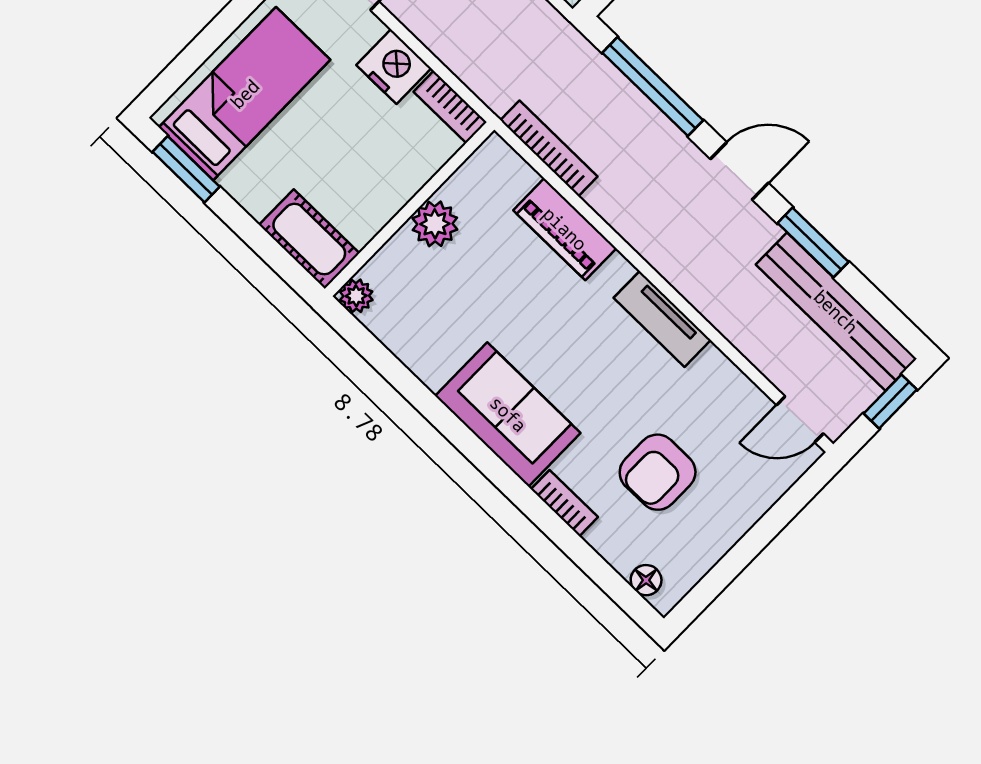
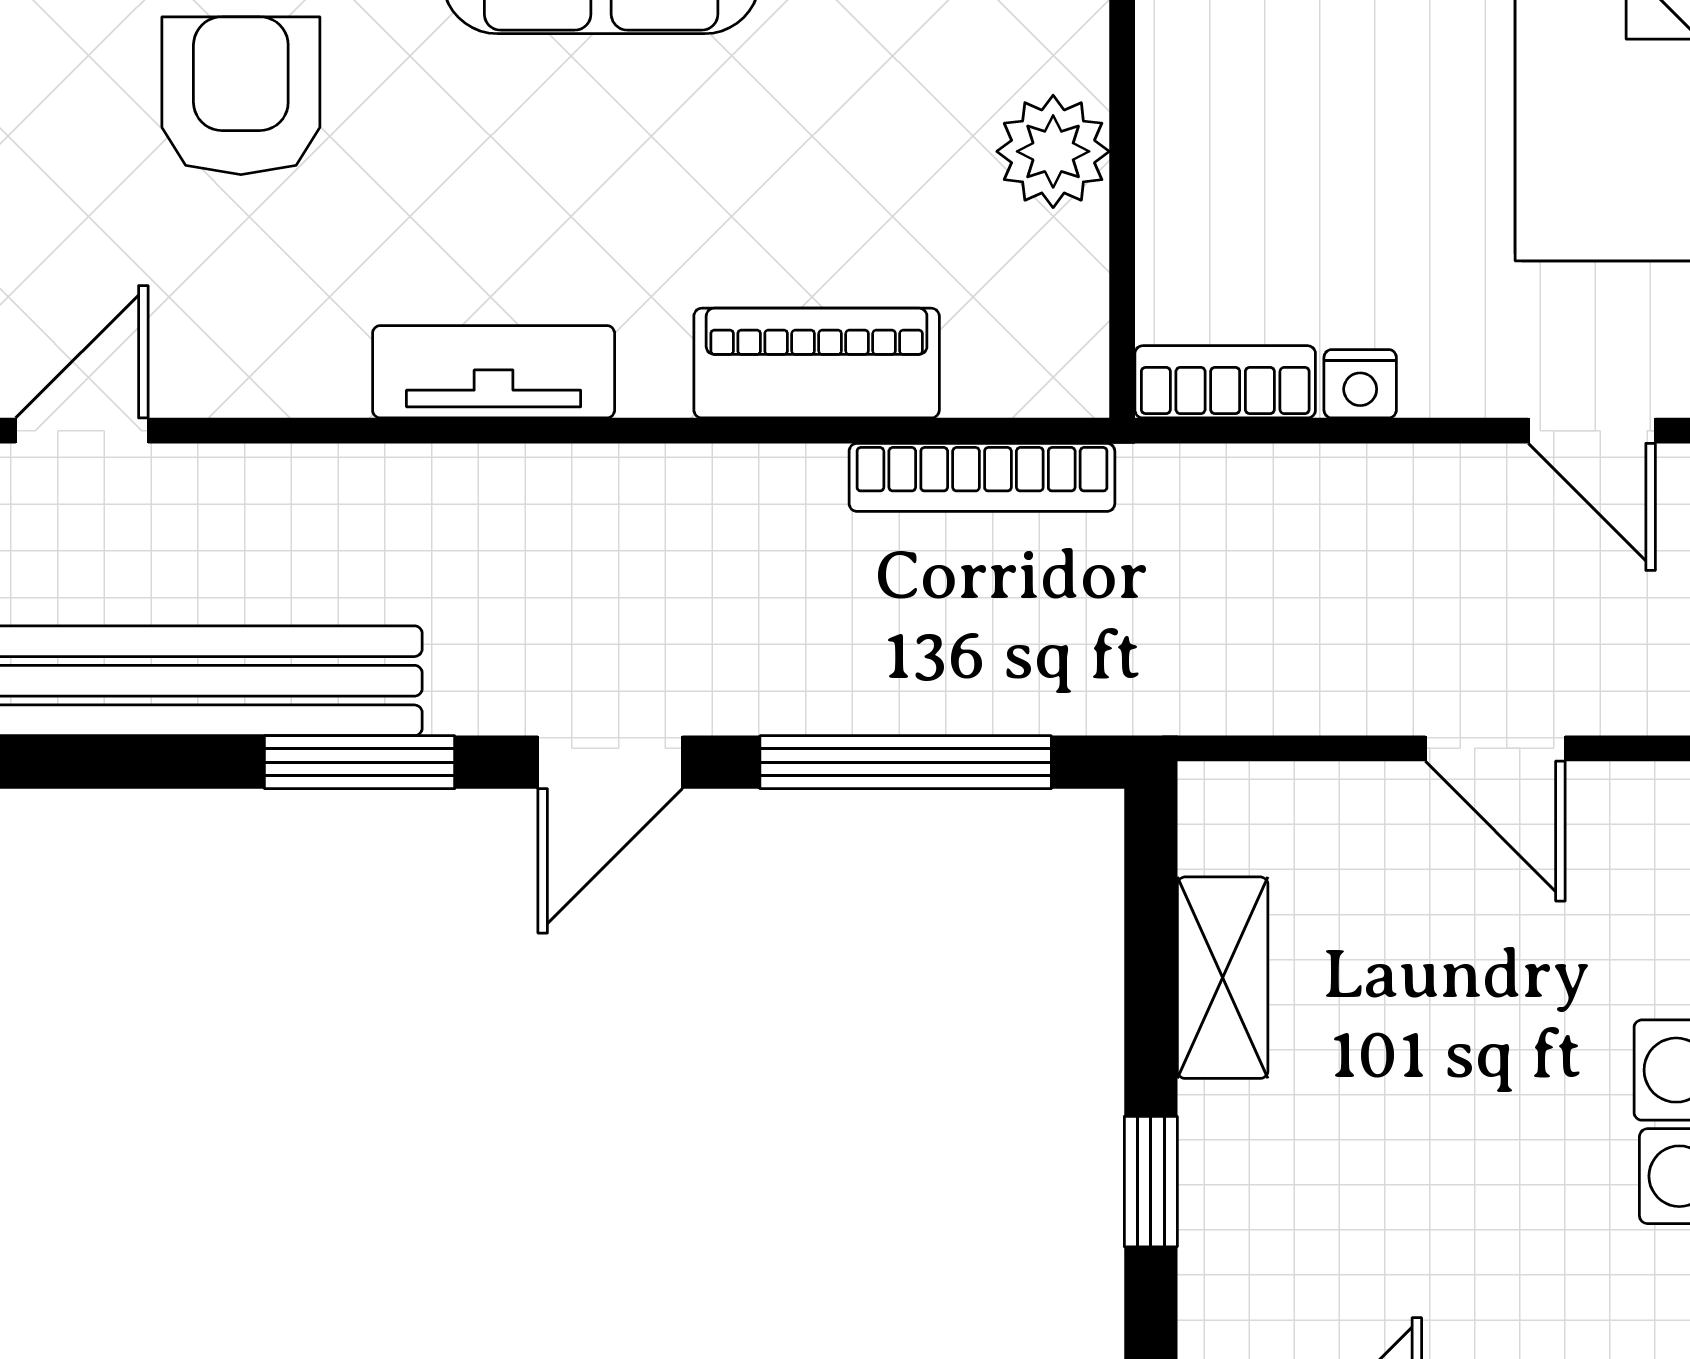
nightstand: (394, 67) -> (1360, 384), width x0.53, depth x0.56

